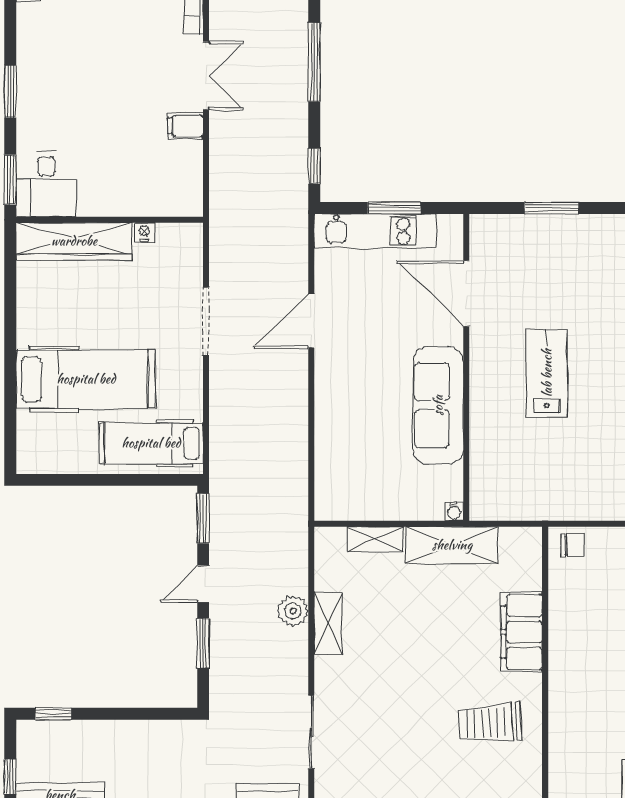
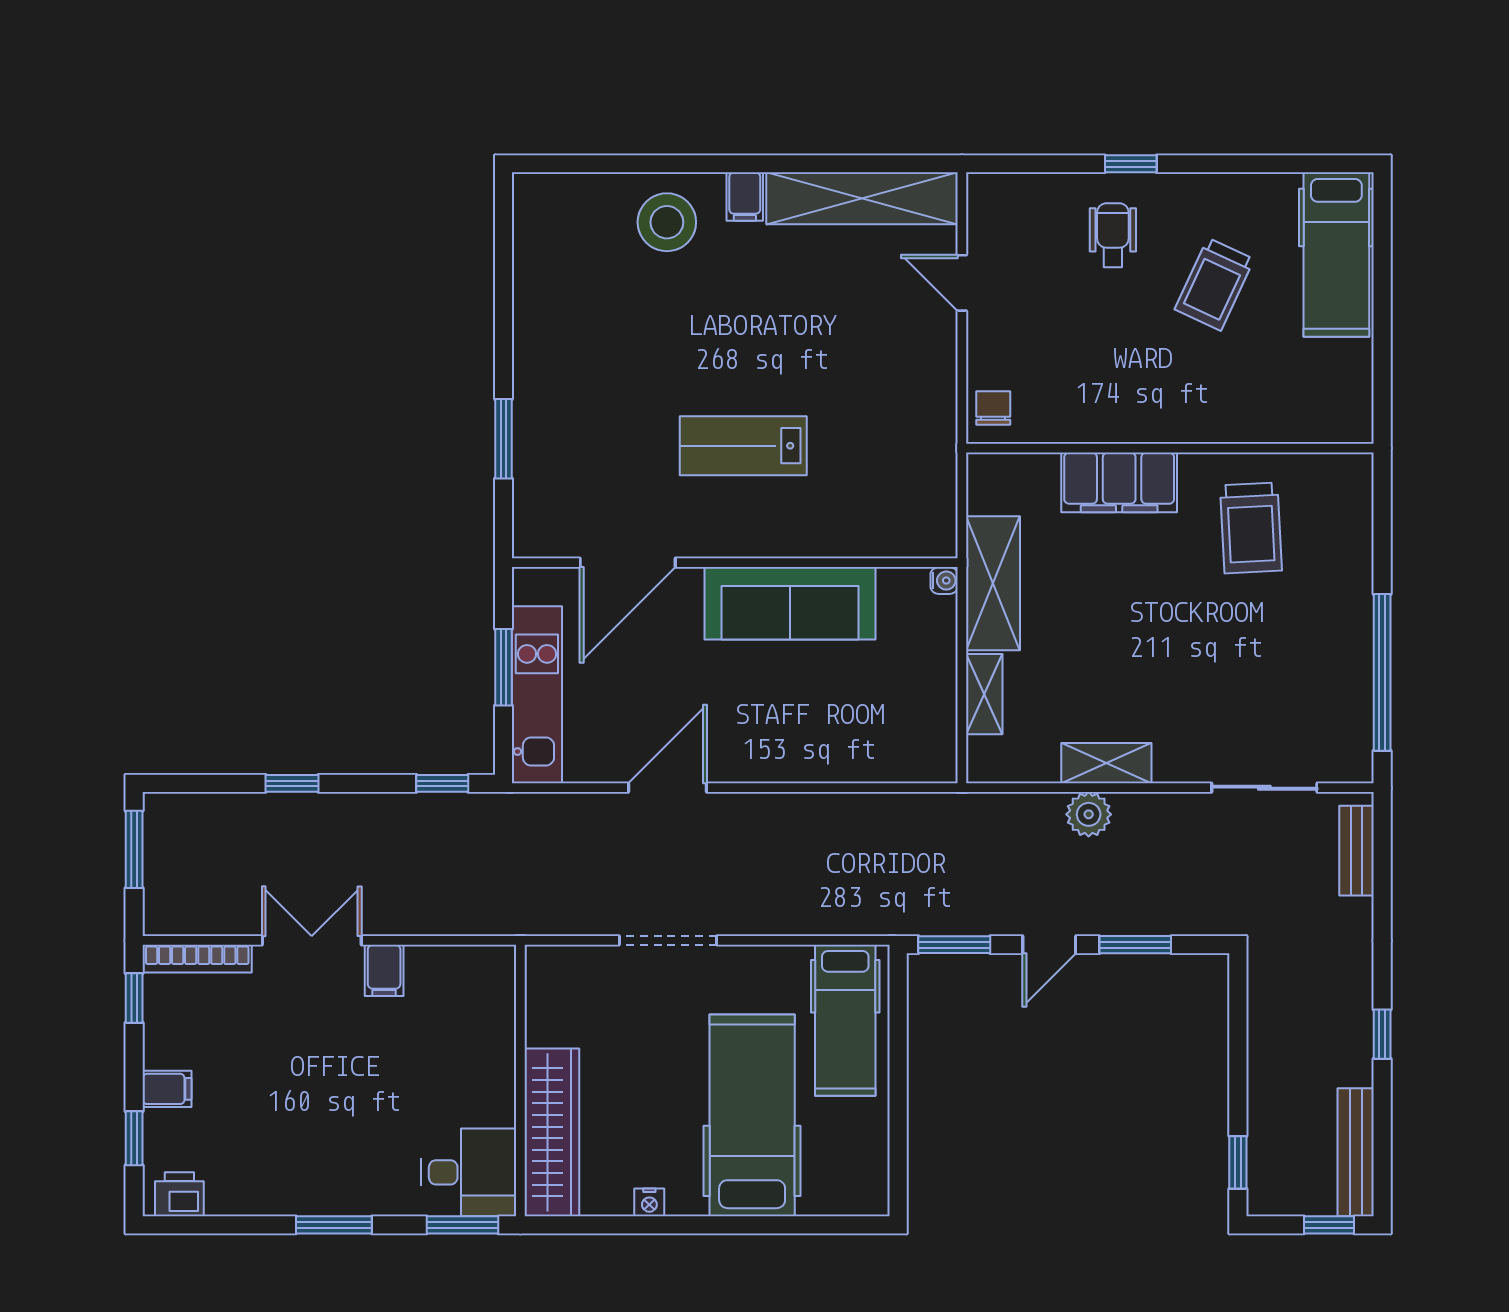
window: (314, 62) -> (292, 783), width x0.46
nightstand: (144, 232) -> (649, 1202), moved, turned -90
door: (311, 321) -> (667, 788), swing flipped
door: (203, 584) -> (1049, 945), hinge flipped

